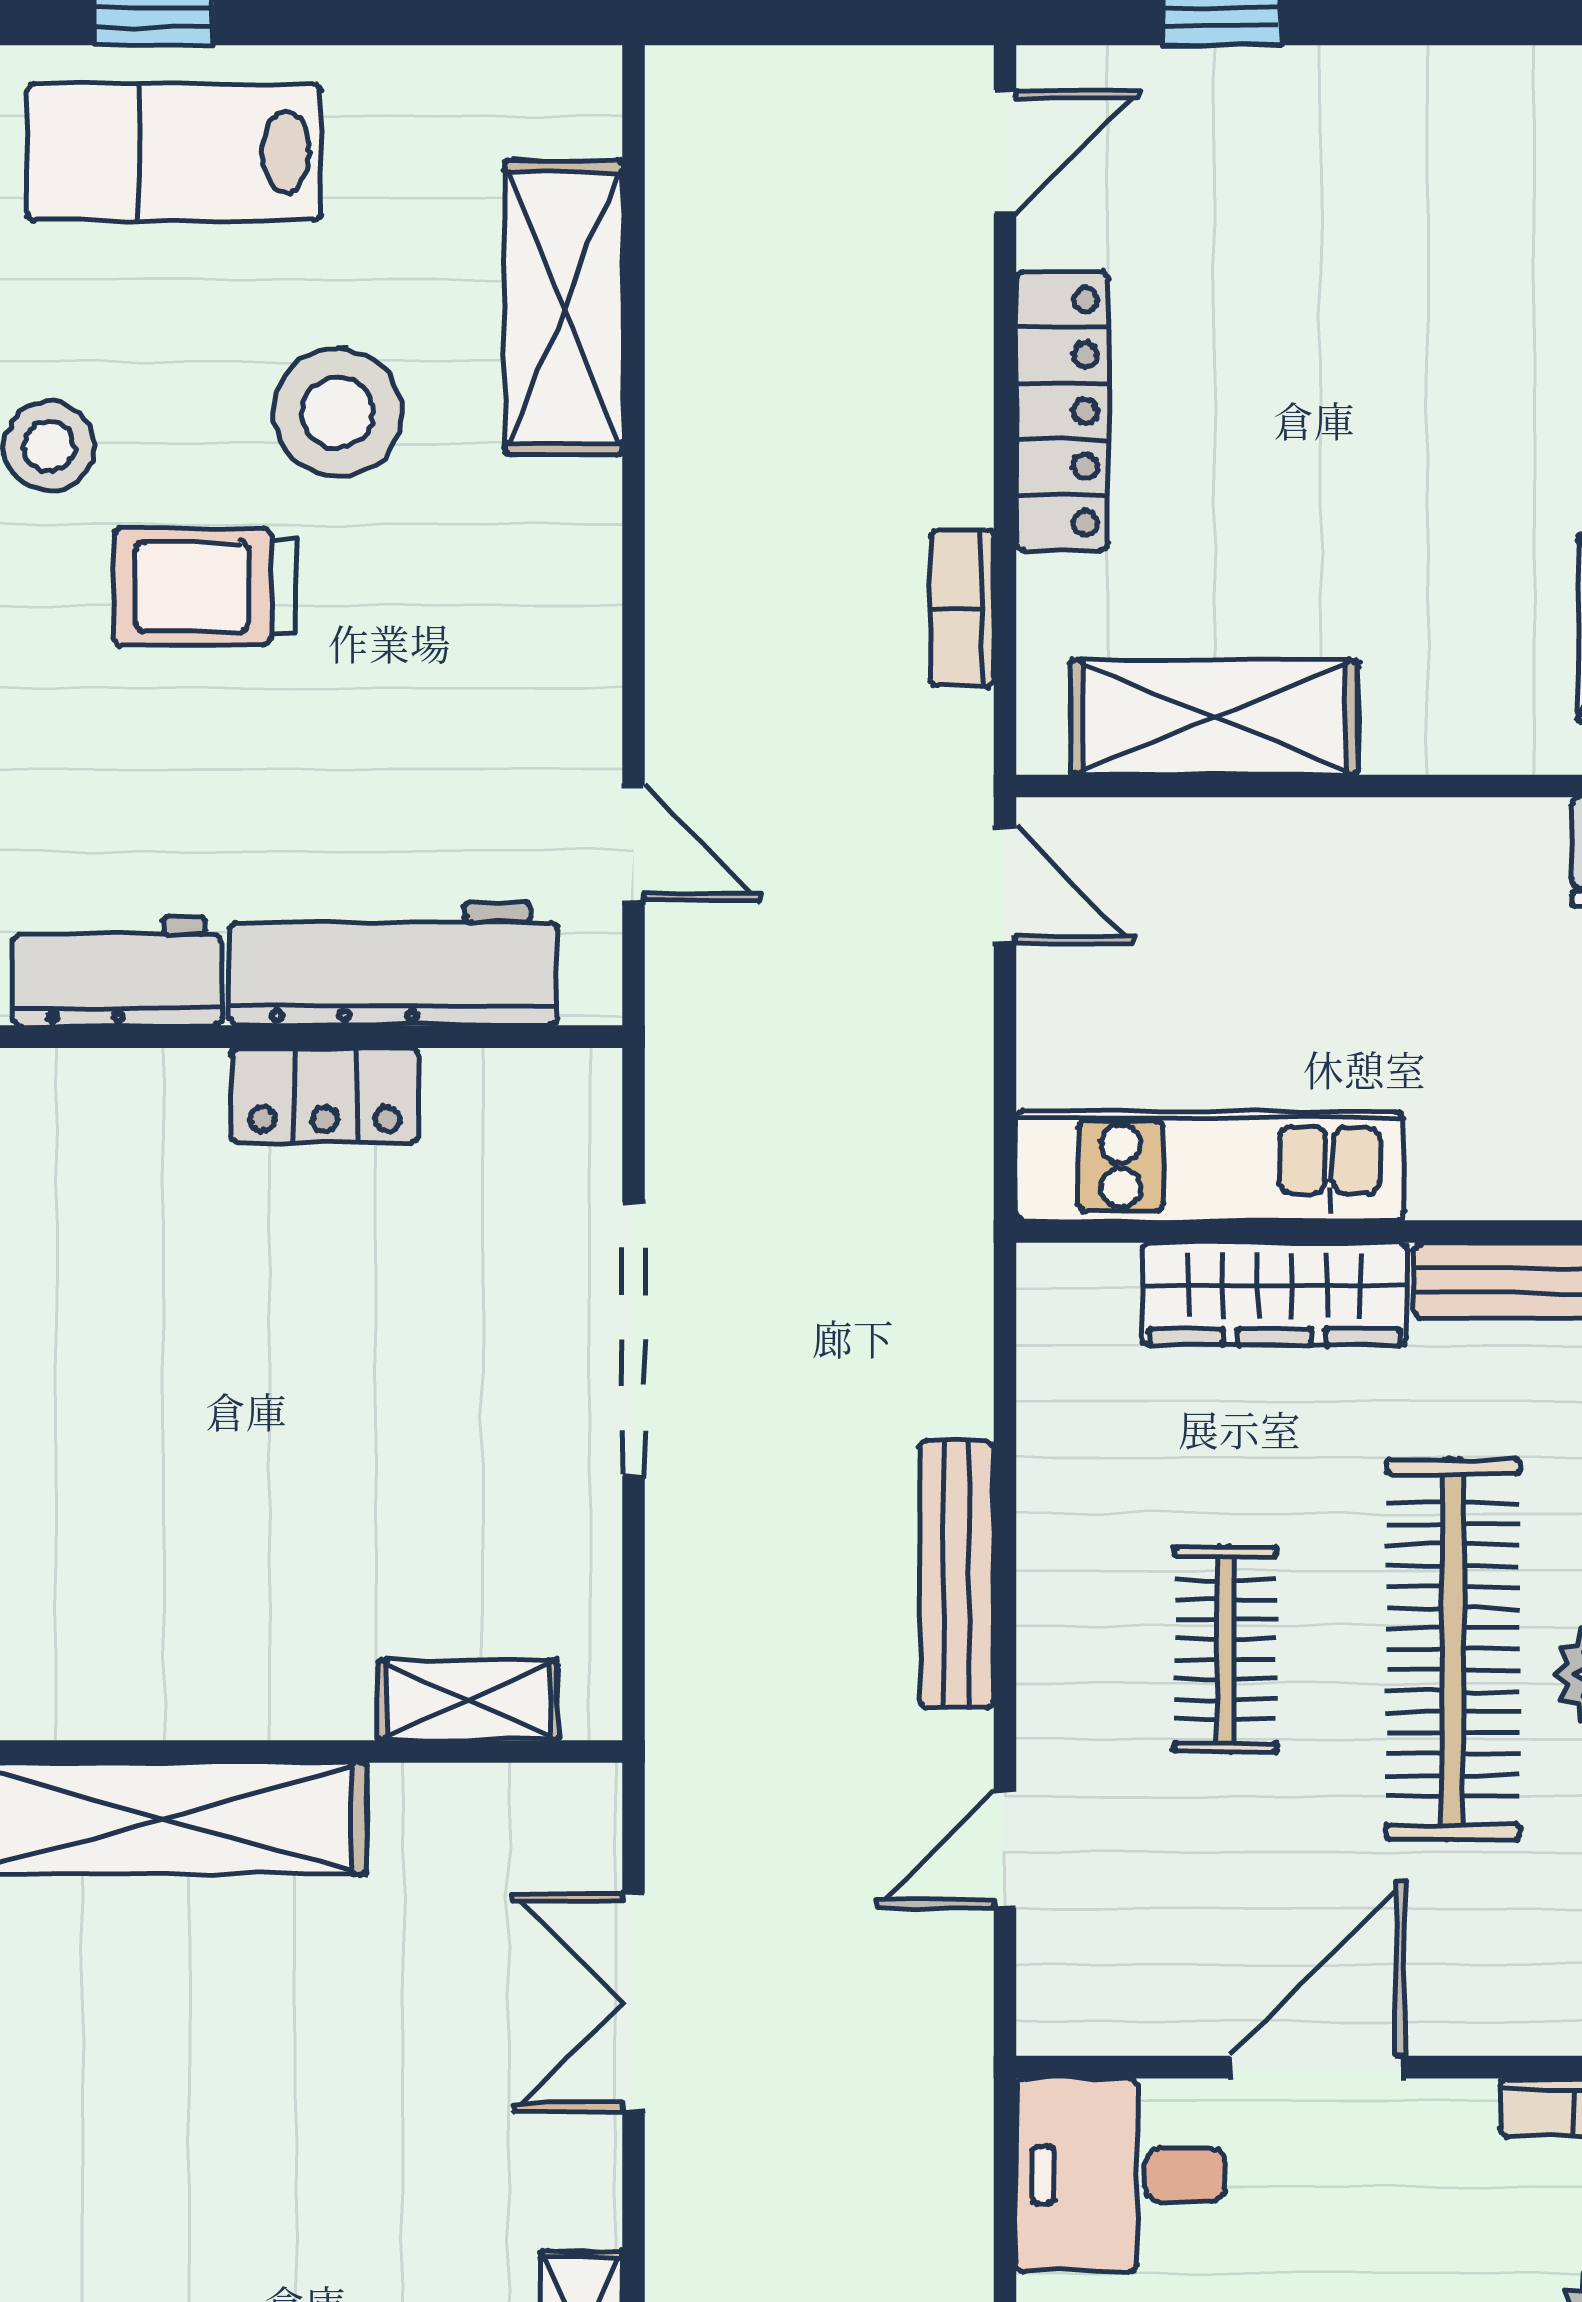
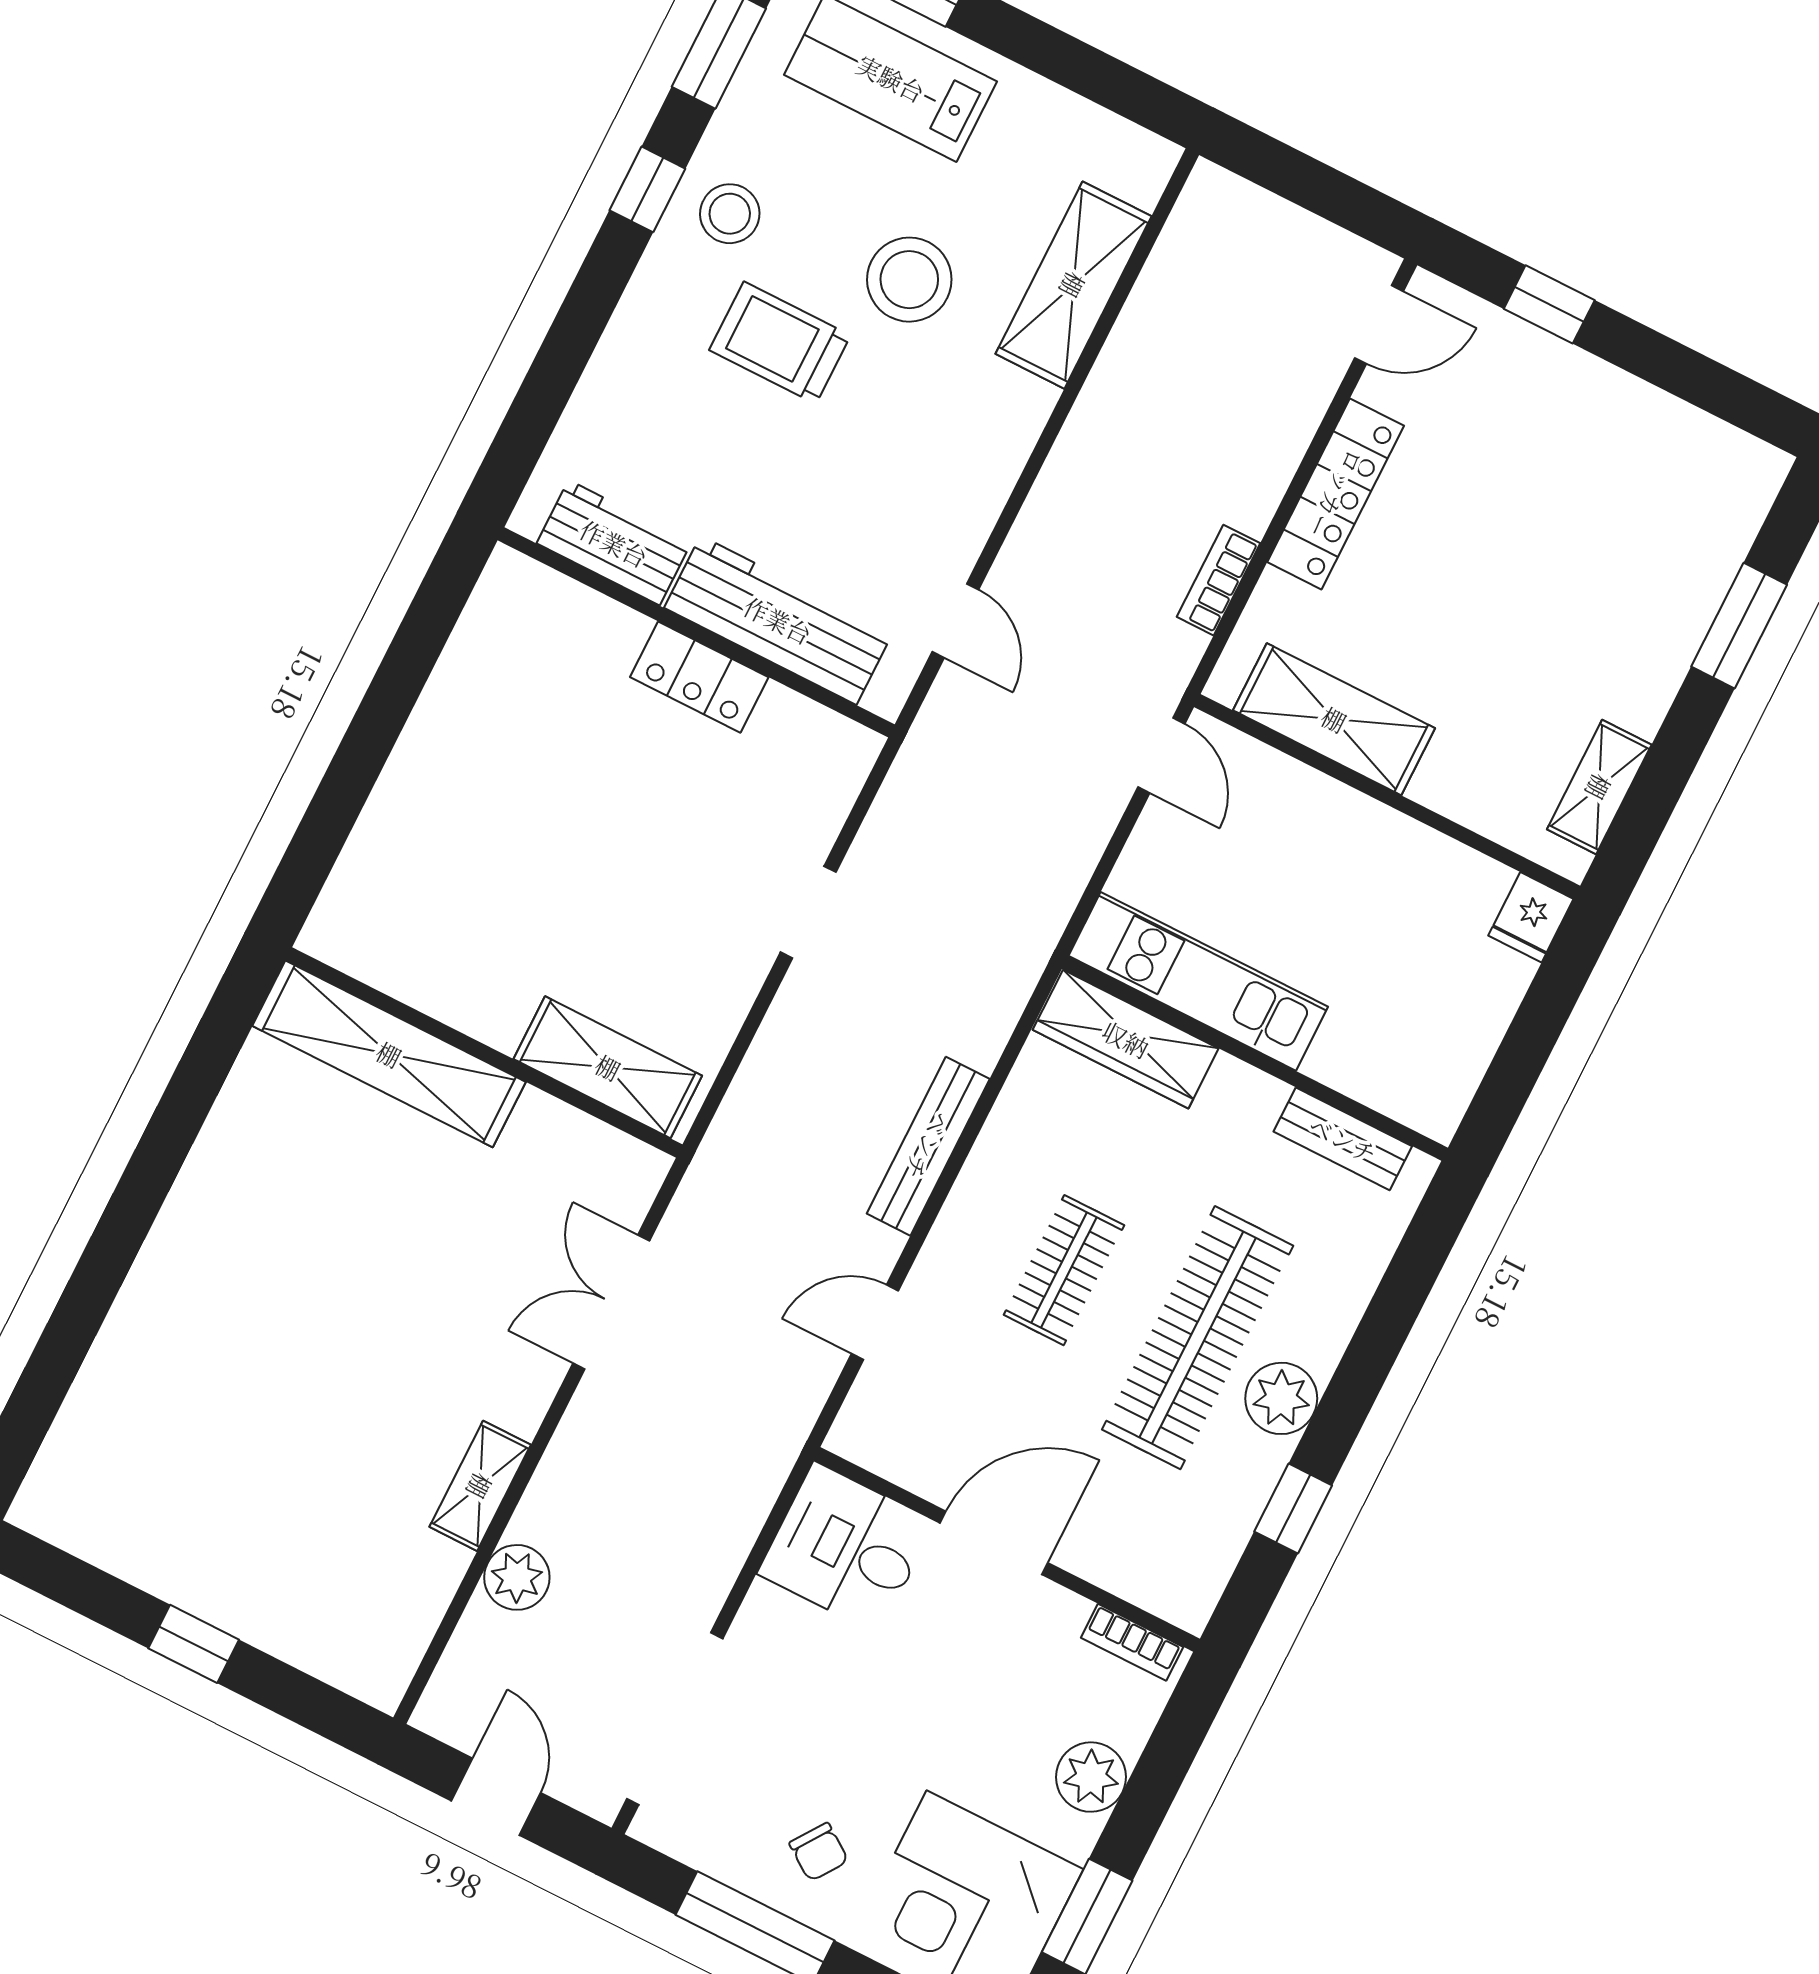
wardrobe: (1275, 1294) -> (1126, 1039), moved
doorway: (634, 1339) -> (808, 912), width x0.53
shelving: (468, 1700) -> (608, 1067), width x1.50, depth x1.33

